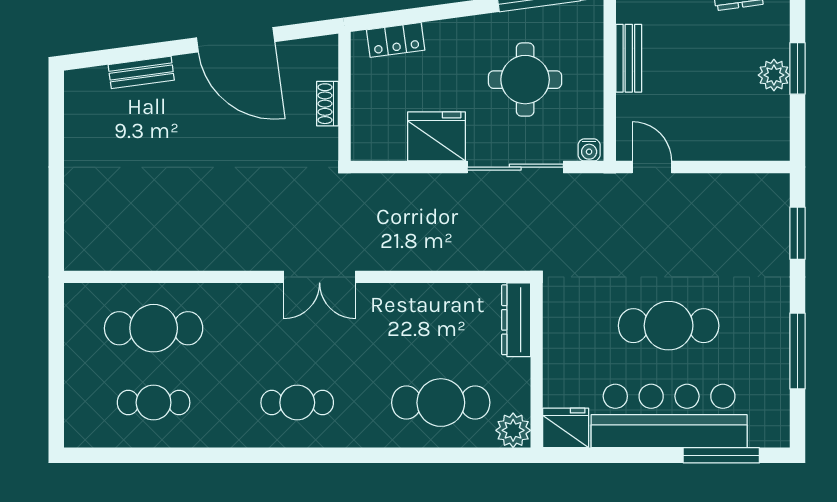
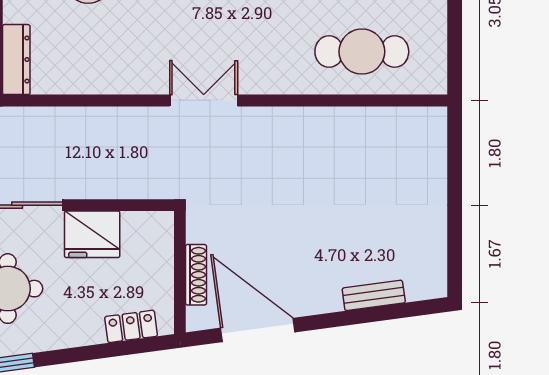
door: (236, 40) -> (258, 330), moved
shoe rack: (328, 104) -> (196, 275), width x1.43

